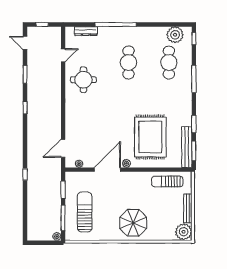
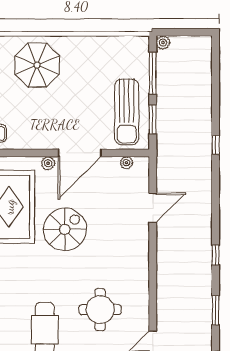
round table: (83, 80) -> (100, 310), moved
spiral stairs: (116, 123) -> (65, 229), added
door: (63, 148) -> (153, 208), moved
sun lounger: (85, 212) -> (127, 112), moved

